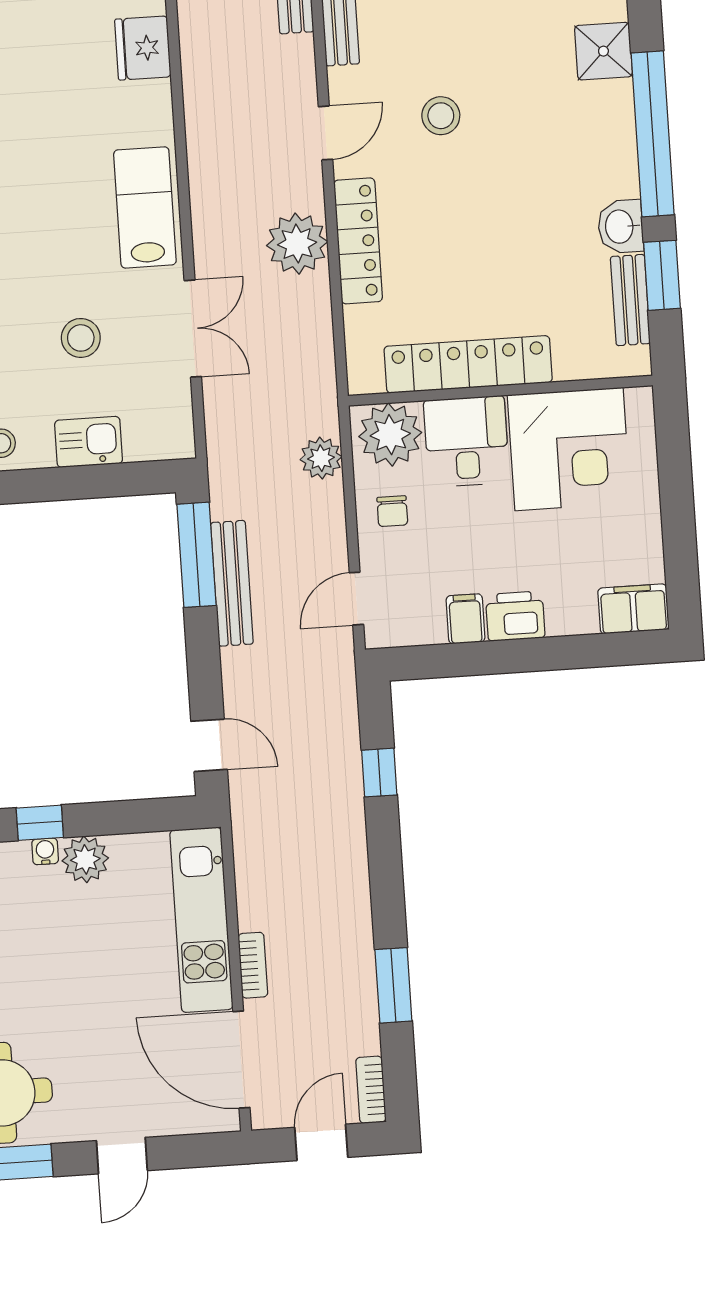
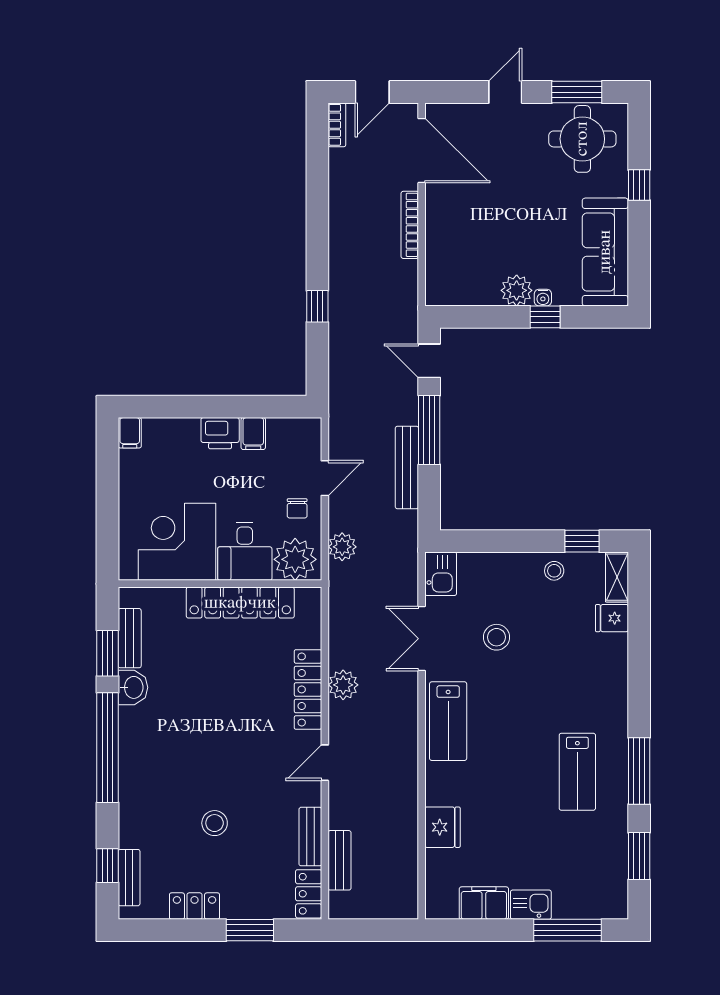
shower: (603, 51) -> (136, 805), removed
stool: (441, 116) -> (215, 823), moved
plant: (297, 244) -> (343, 685), width x0.73, depth x0.73
kitchen sink: (89, 442) -> (441, 574), moved, turned -90
chair: (392, 511) -> (297, 508), turned 180
window: (196, 555) -> (429, 430), moved
door: (356, 599) -> (325, 478), moved
filing cabinet: (633, 609) -> (130, 433), width x0.50
window: (379, 773) -> (317, 306), moved
kitchen unit: (201, 920) -> (442, 245), removed
bookcase: (253, 965) -> (410, 225), width x1.56
window: (393, 985) -> (317, 193), removed

